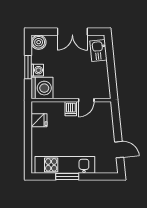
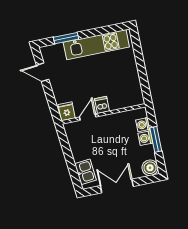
washing machine: (42, 88) -> (143, 125), width x0.53, depth x0.53
fridge: (39, 120) -> (67, 111), moved, turned 90
window: (67, 176) -> (66, 38), moved

